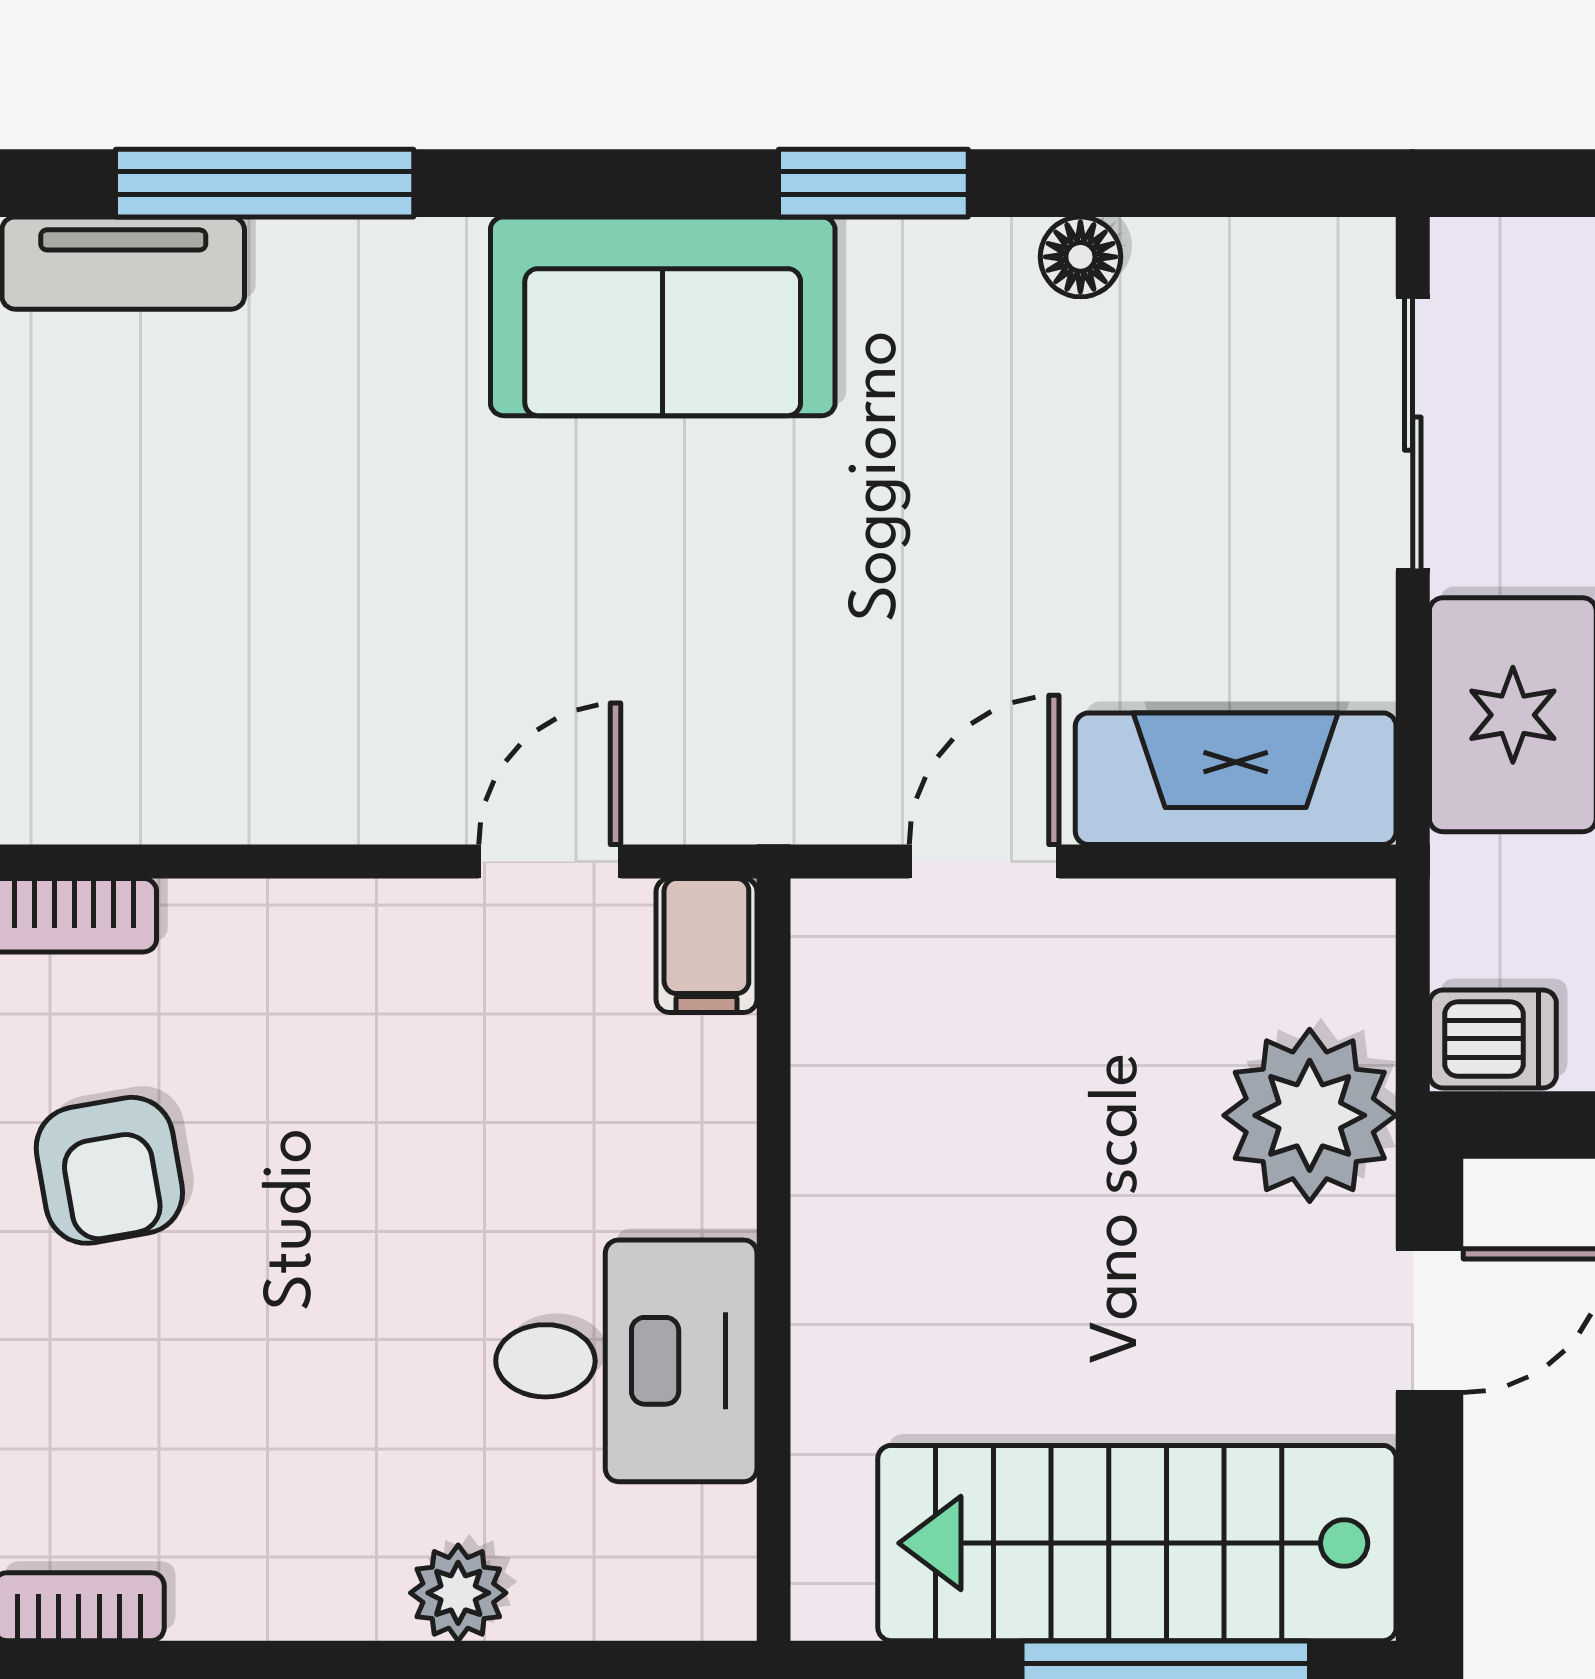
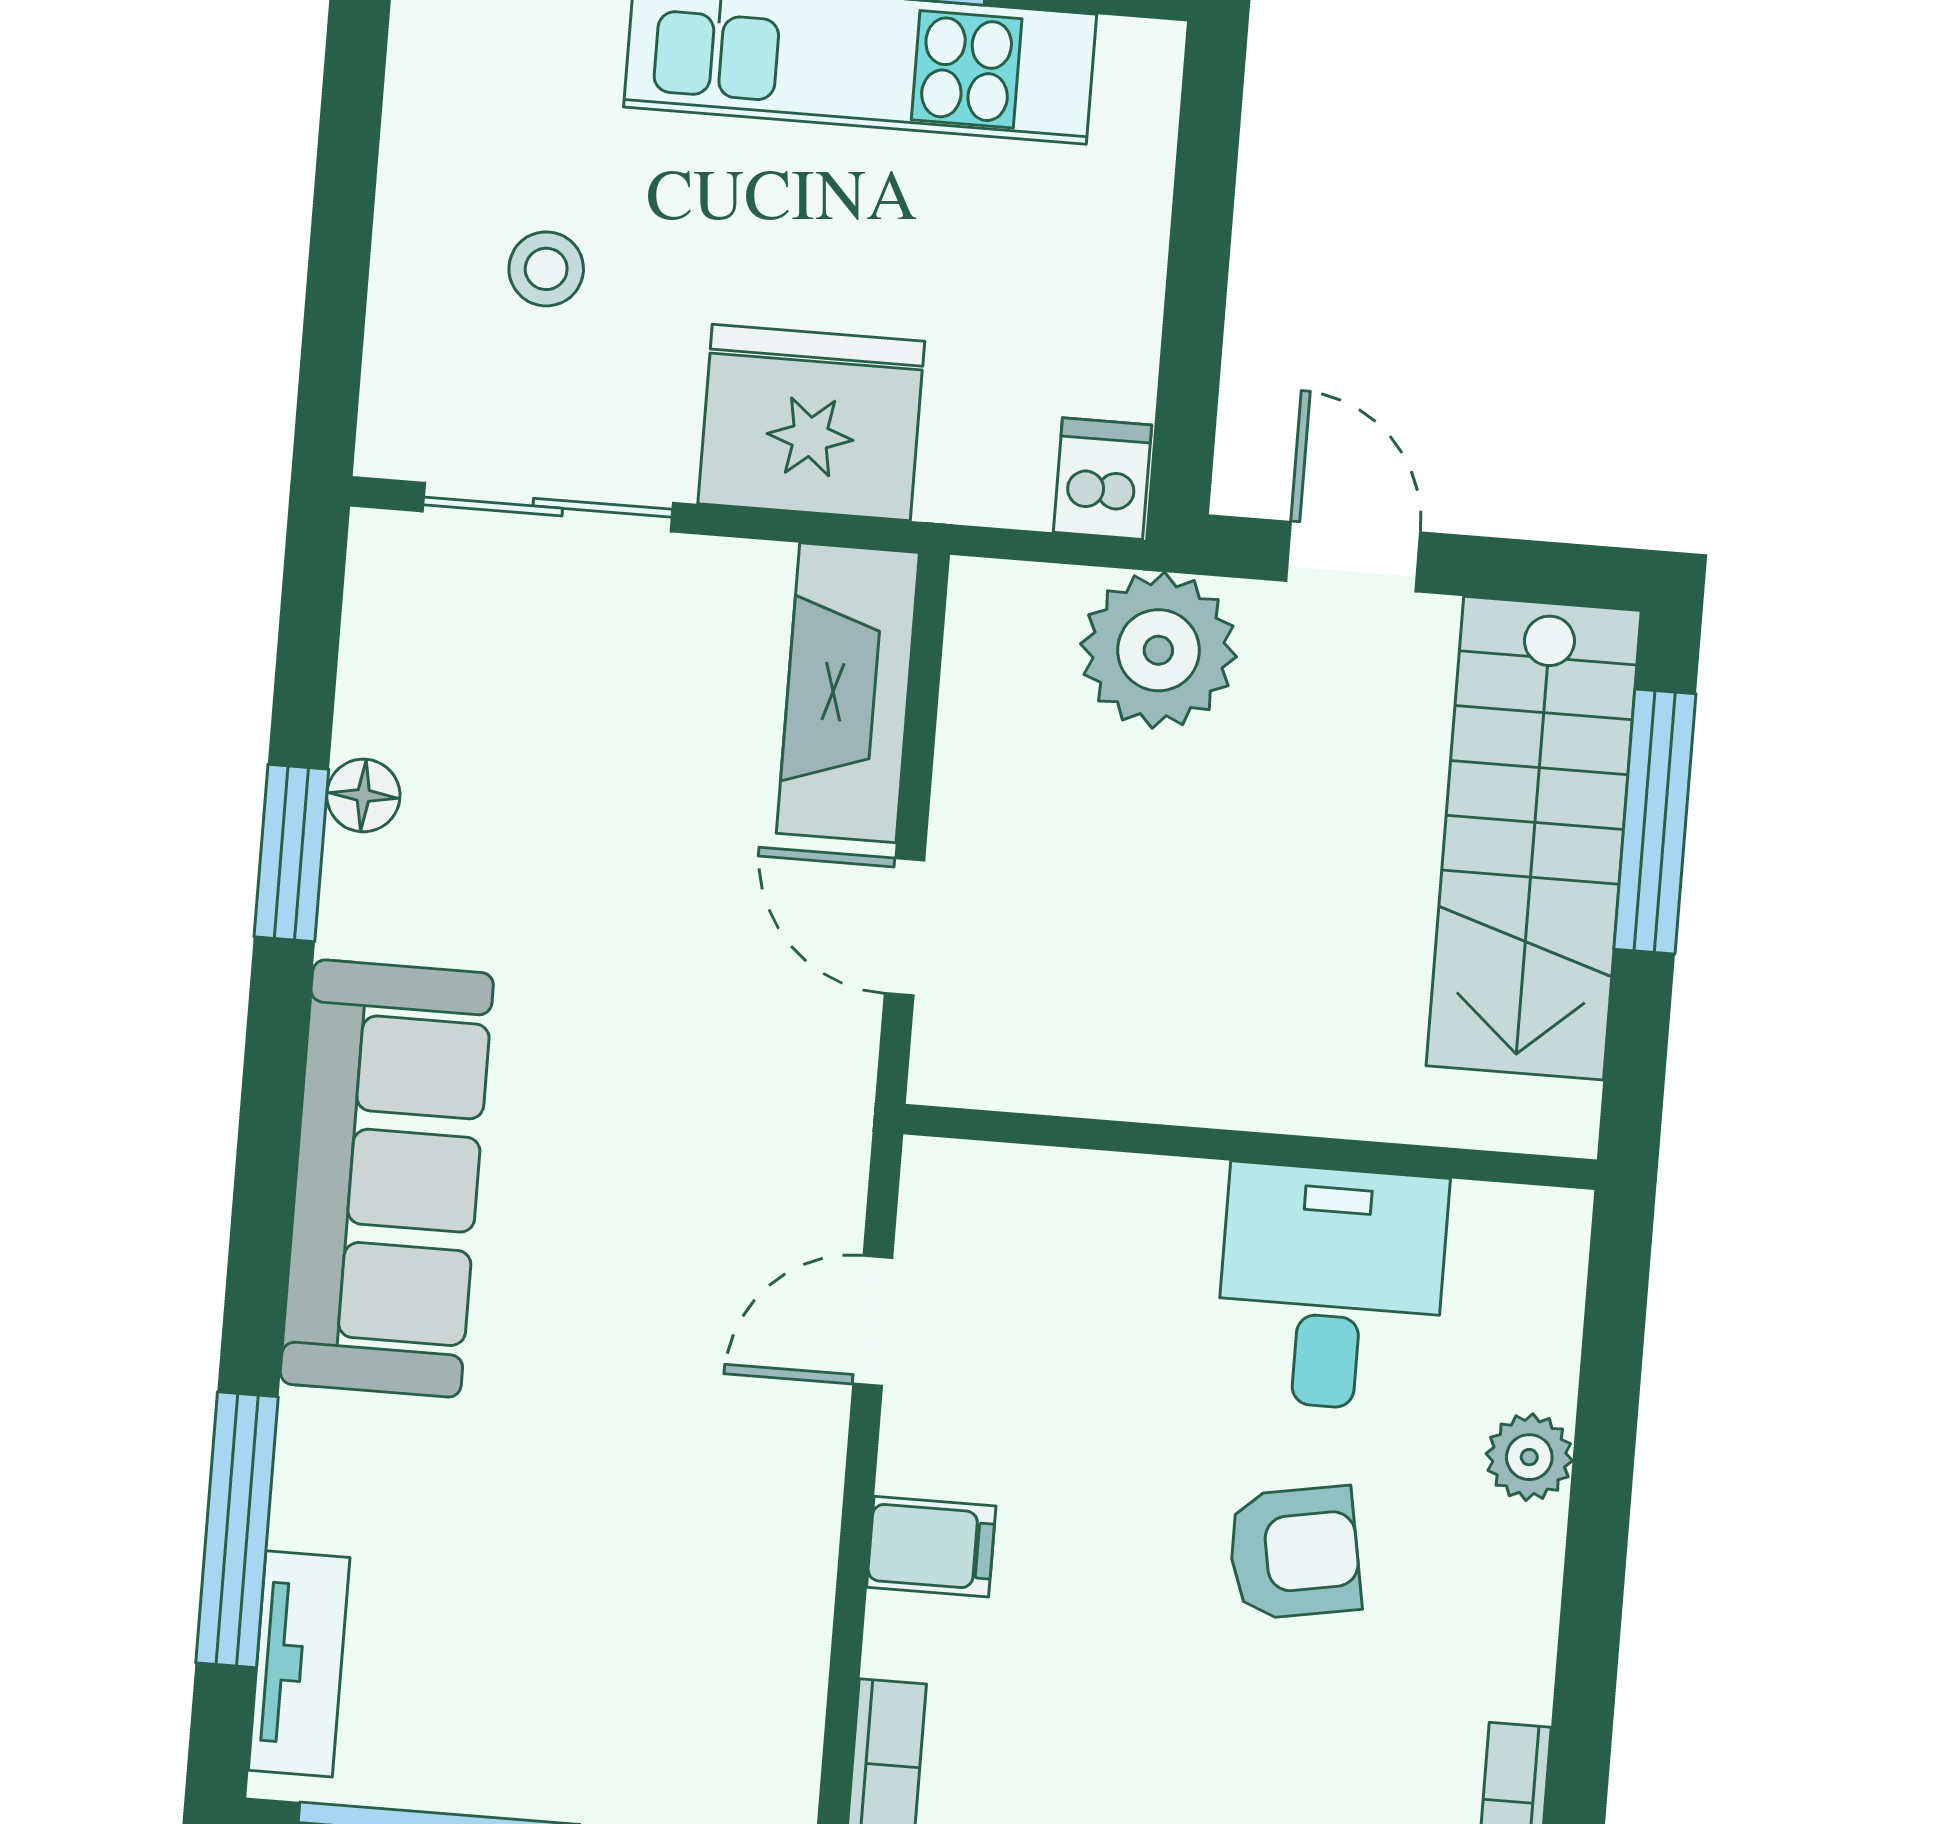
window: (873, 183) -> (291, 853), moved
sofa: (663, 316) -> (387, 1179), width x1.36
door: (550, 861) -> (873, 1321), hinge flipped
filing cabinet: (706, 945) -> (931, 1547), moved
armchair: (109, 1170) -> (1294, 1553), moved

